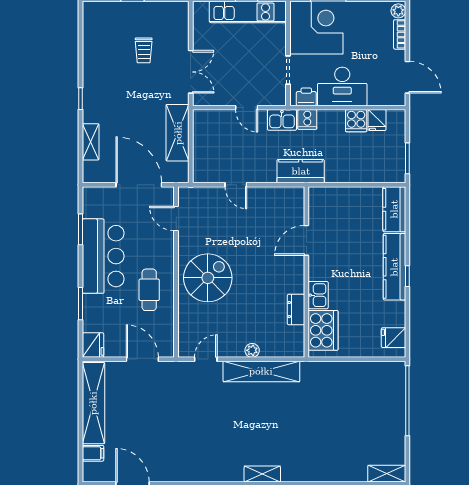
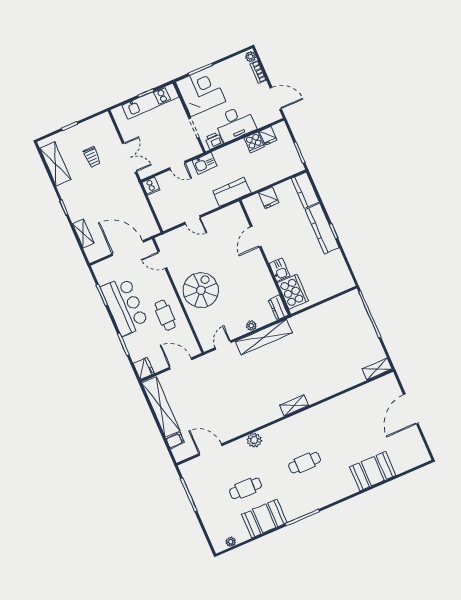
cooker: (307, 119) -> (151, 186), moved
shelving: (178, 133) -> (55, 164), moved
dresser: (296, 310) -> (278, 307), moved
fridge: (394, 338) -> (269, 198), moved, turned -90

